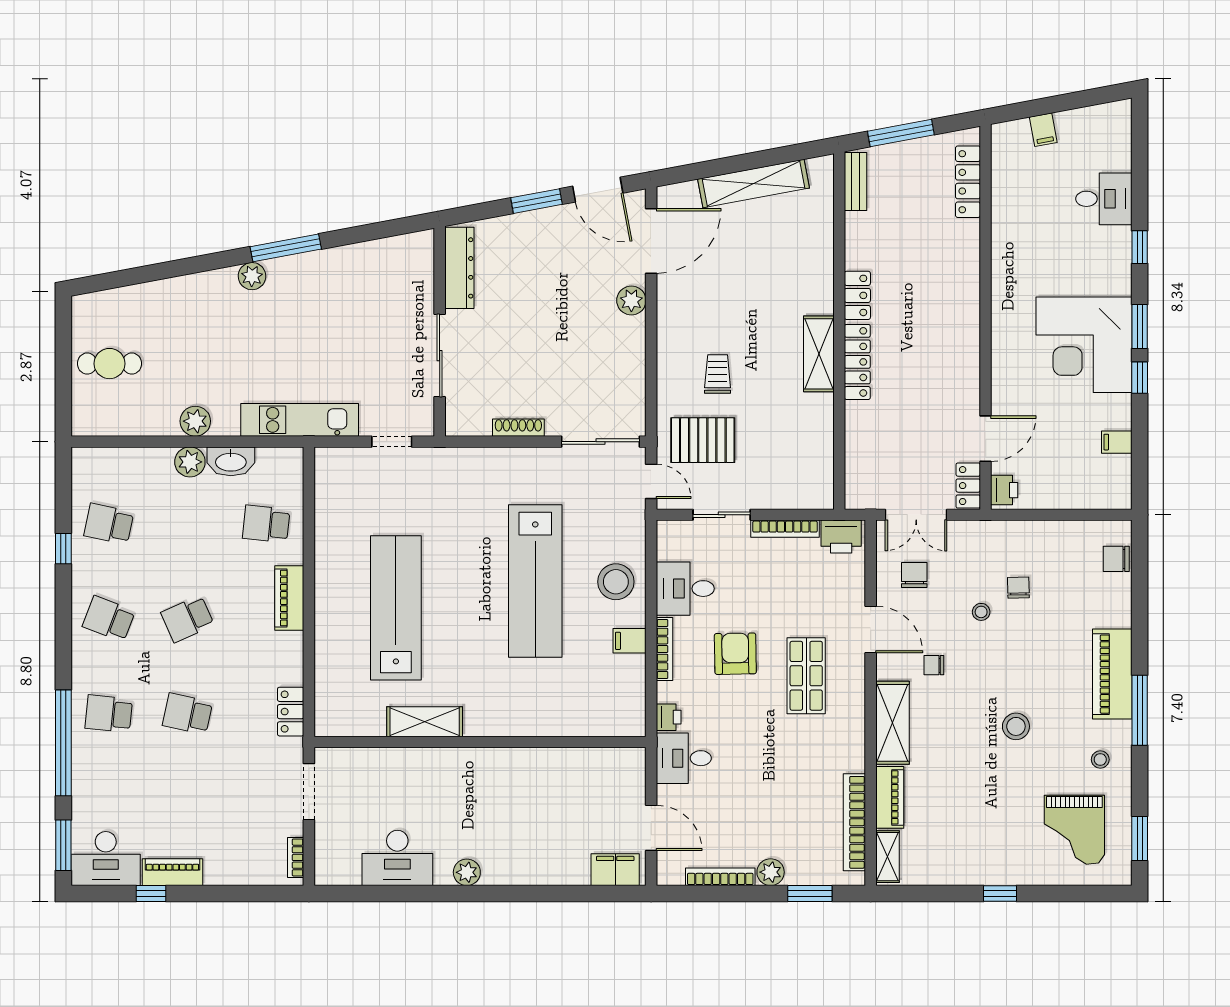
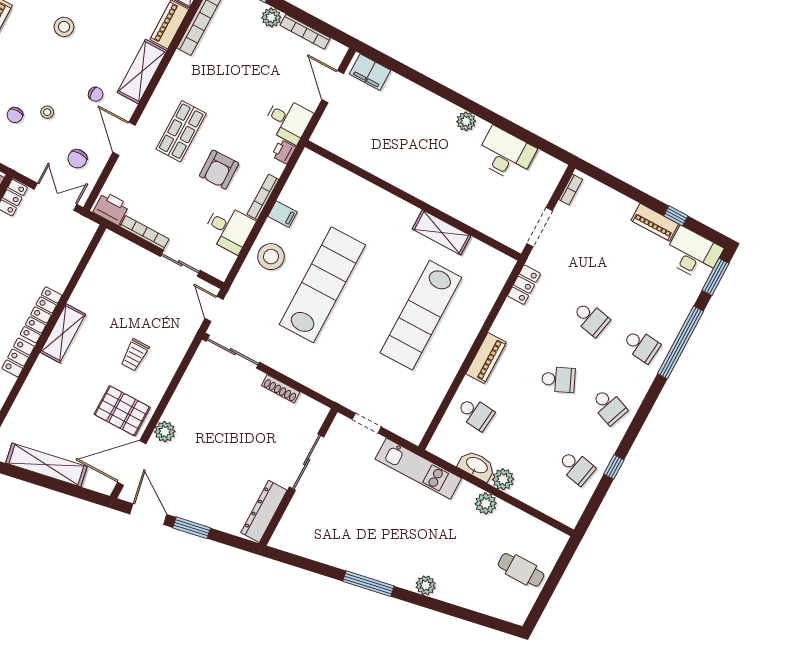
plant: (252, 276) -> (426, 585), moved
pallet: (703, 440) -> (122, 411), moved

